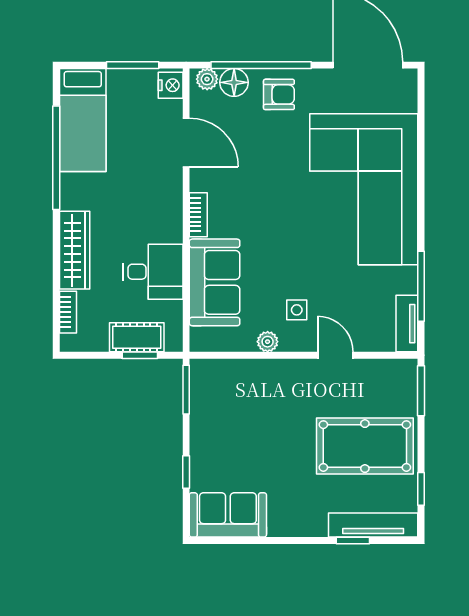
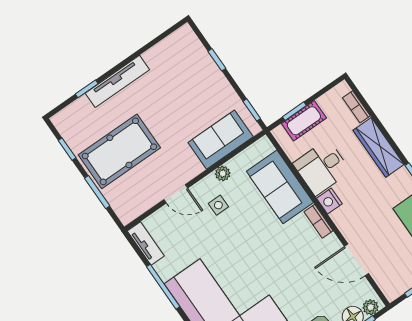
nightstand: (171, 85) -> (329, 201), moved
window: (421, 286) -> (163, 287), moved
window: (186, 390) -> (252, 110), width x0.67
window: (421, 391) -> (97, 192), moved
sofa: (228, 515) -> (221, 140), moved, turned 180
tv unit: (373, 525) -> (117, 81), moved

